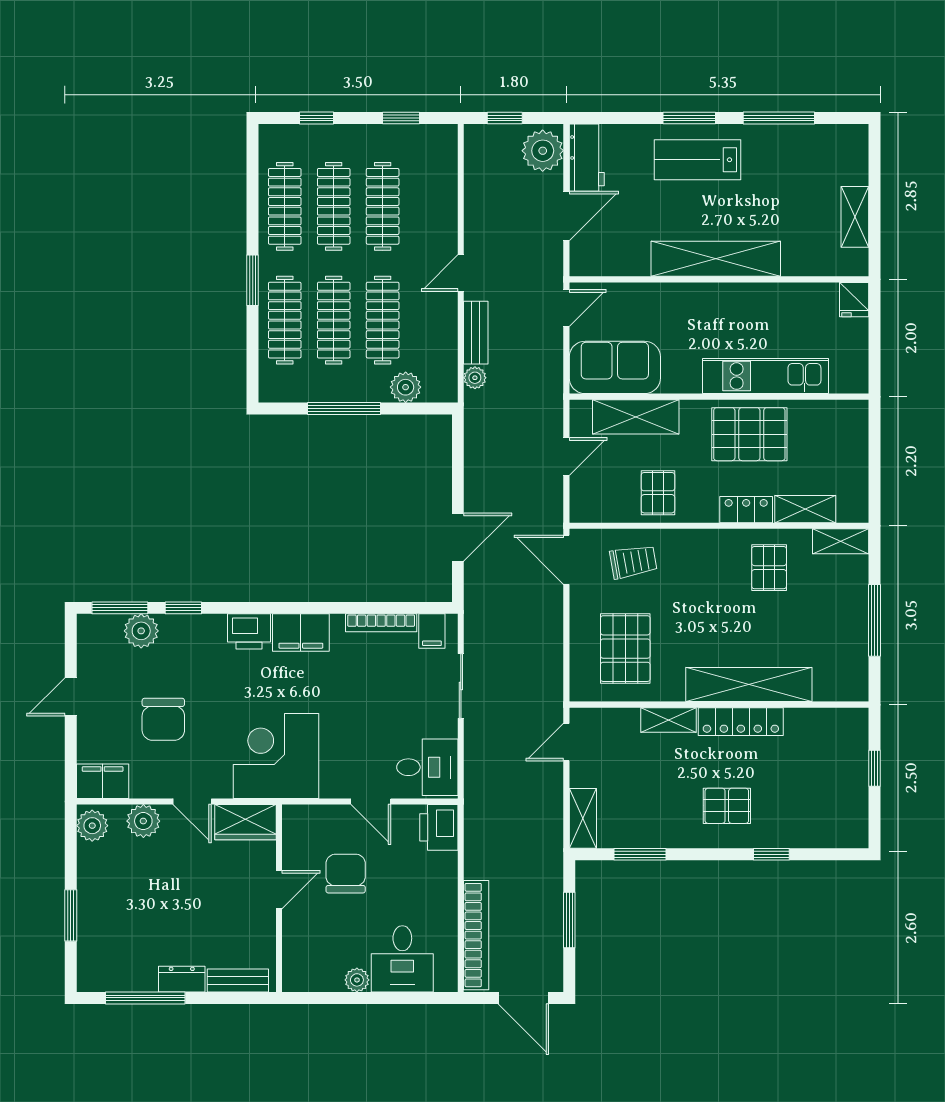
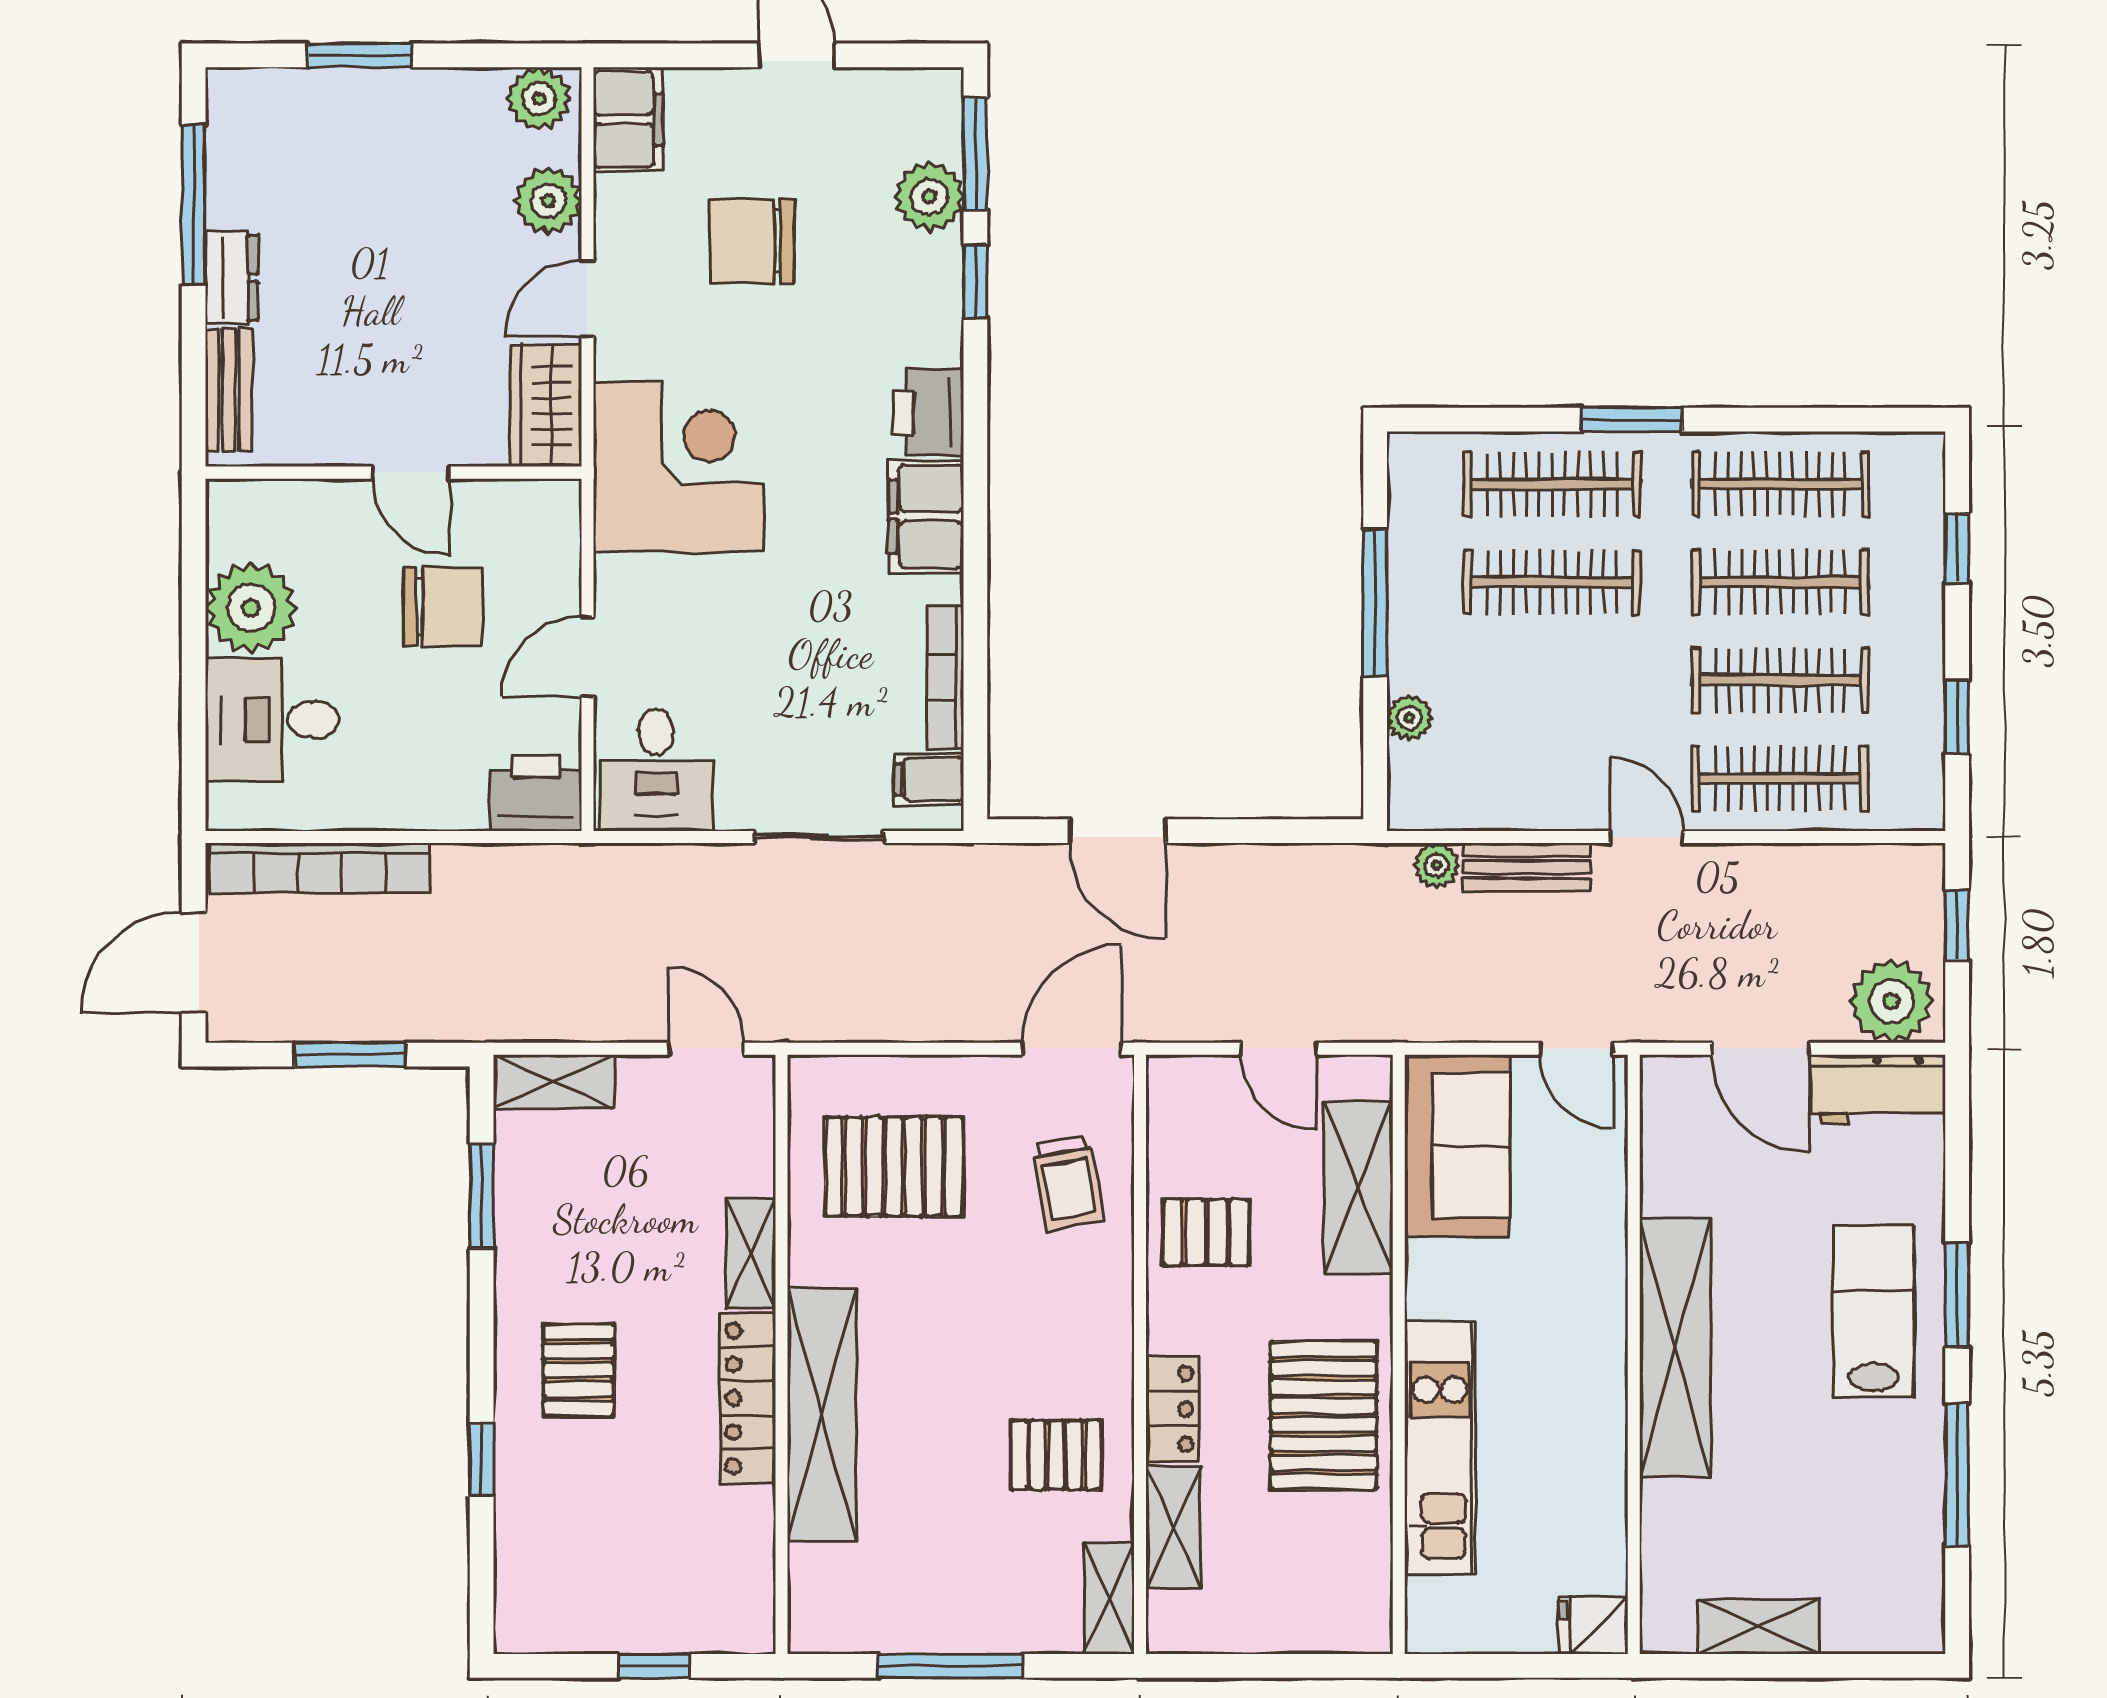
clothes rail: (383, 320) -> (1780, 778), moved
plant: (406, 387) -> (1409, 718), width x0.73, depth x0.73
plant: (357, 980) -> (251, 608), width x1.87, depth x1.87

